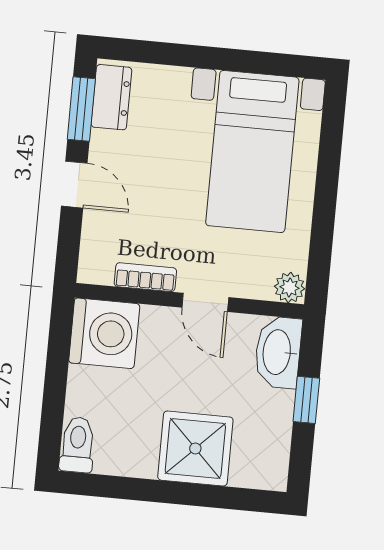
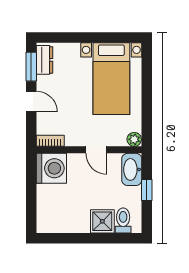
bookcase: (145, 277) -> (50, 141), moved
toilet: (77, 445) -> (123, 220), moved
shower: (195, 449) -> (102, 221), width x0.73, depth x0.73

